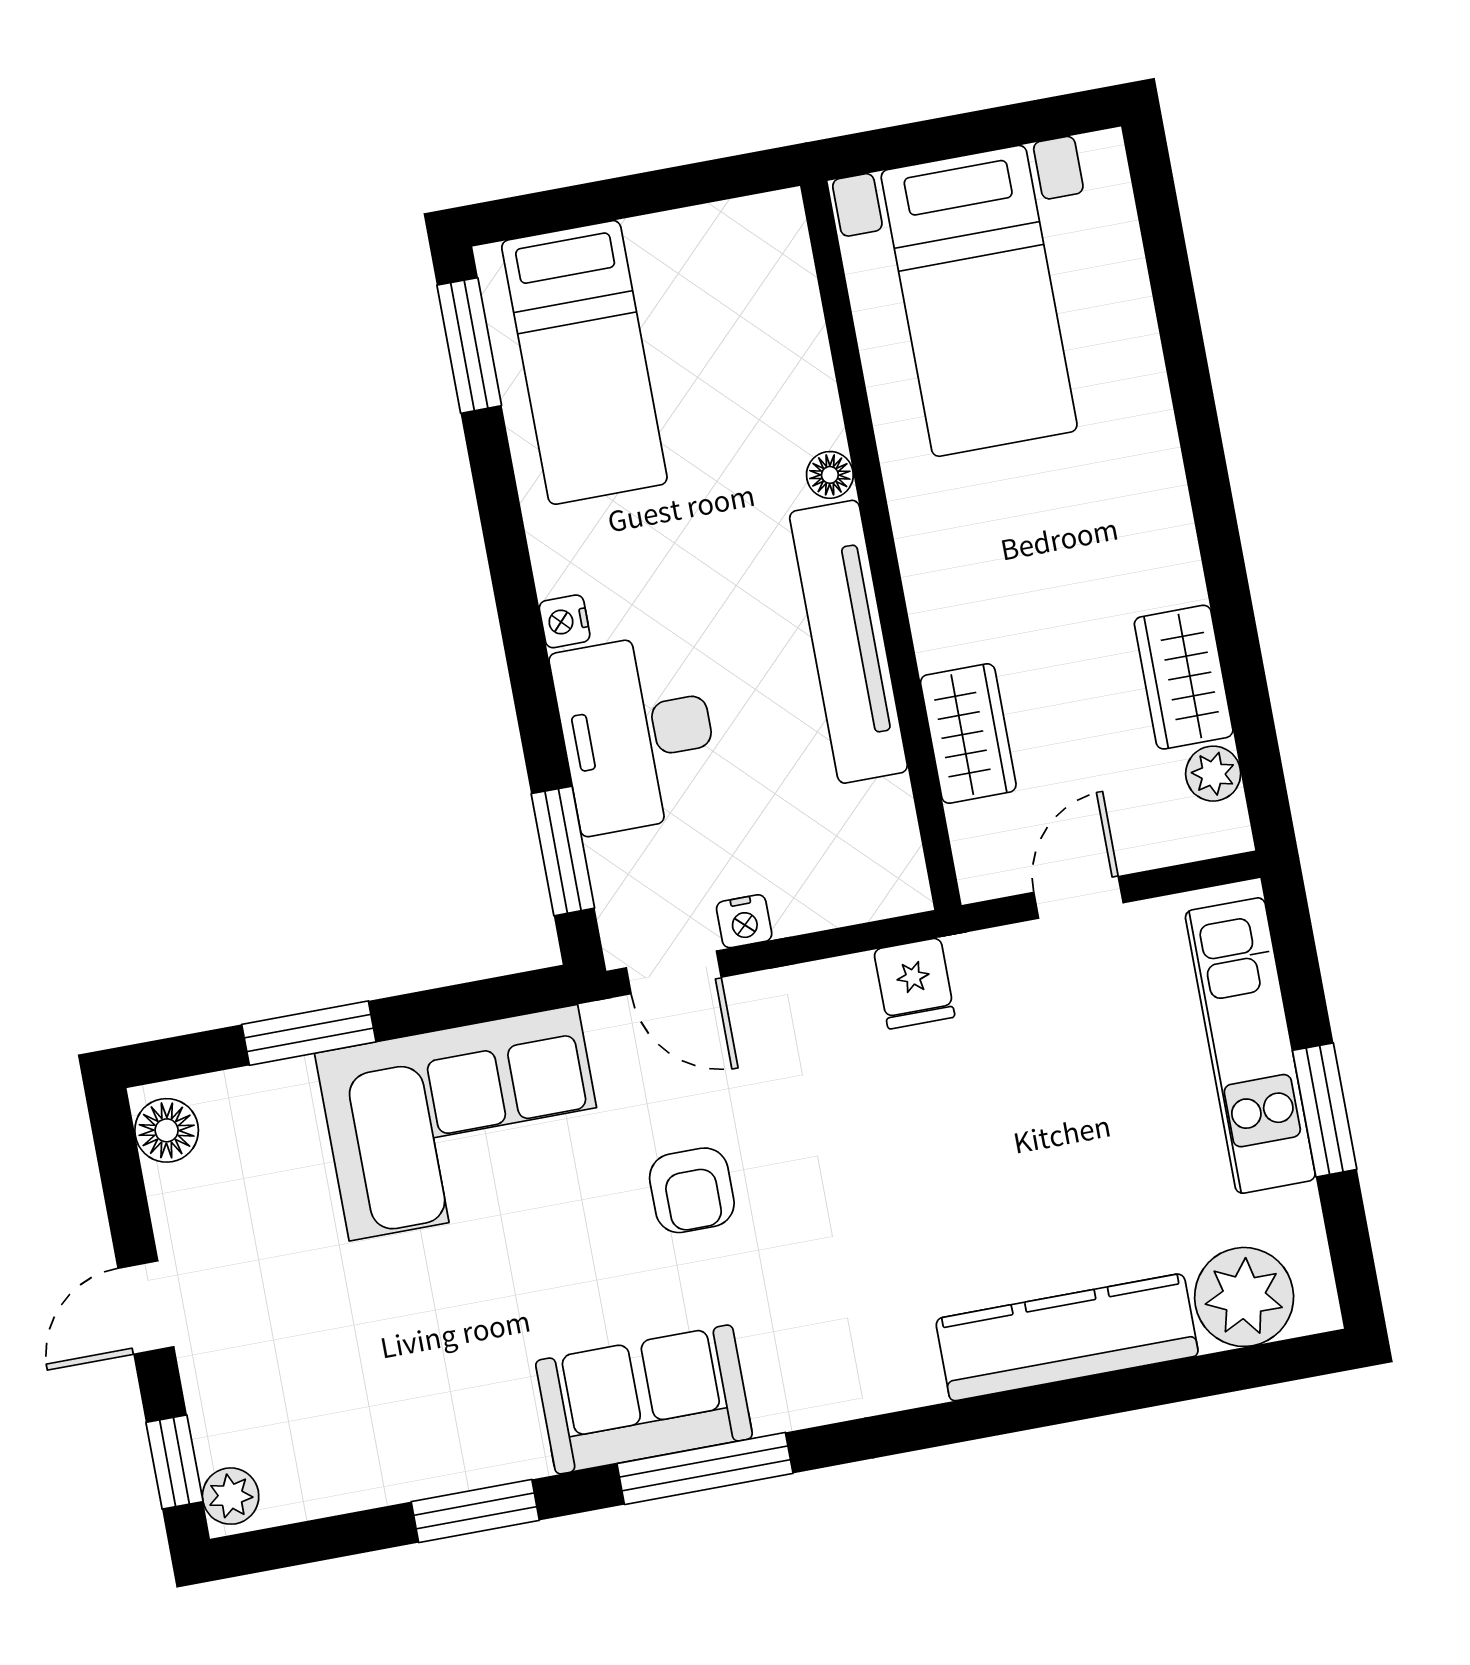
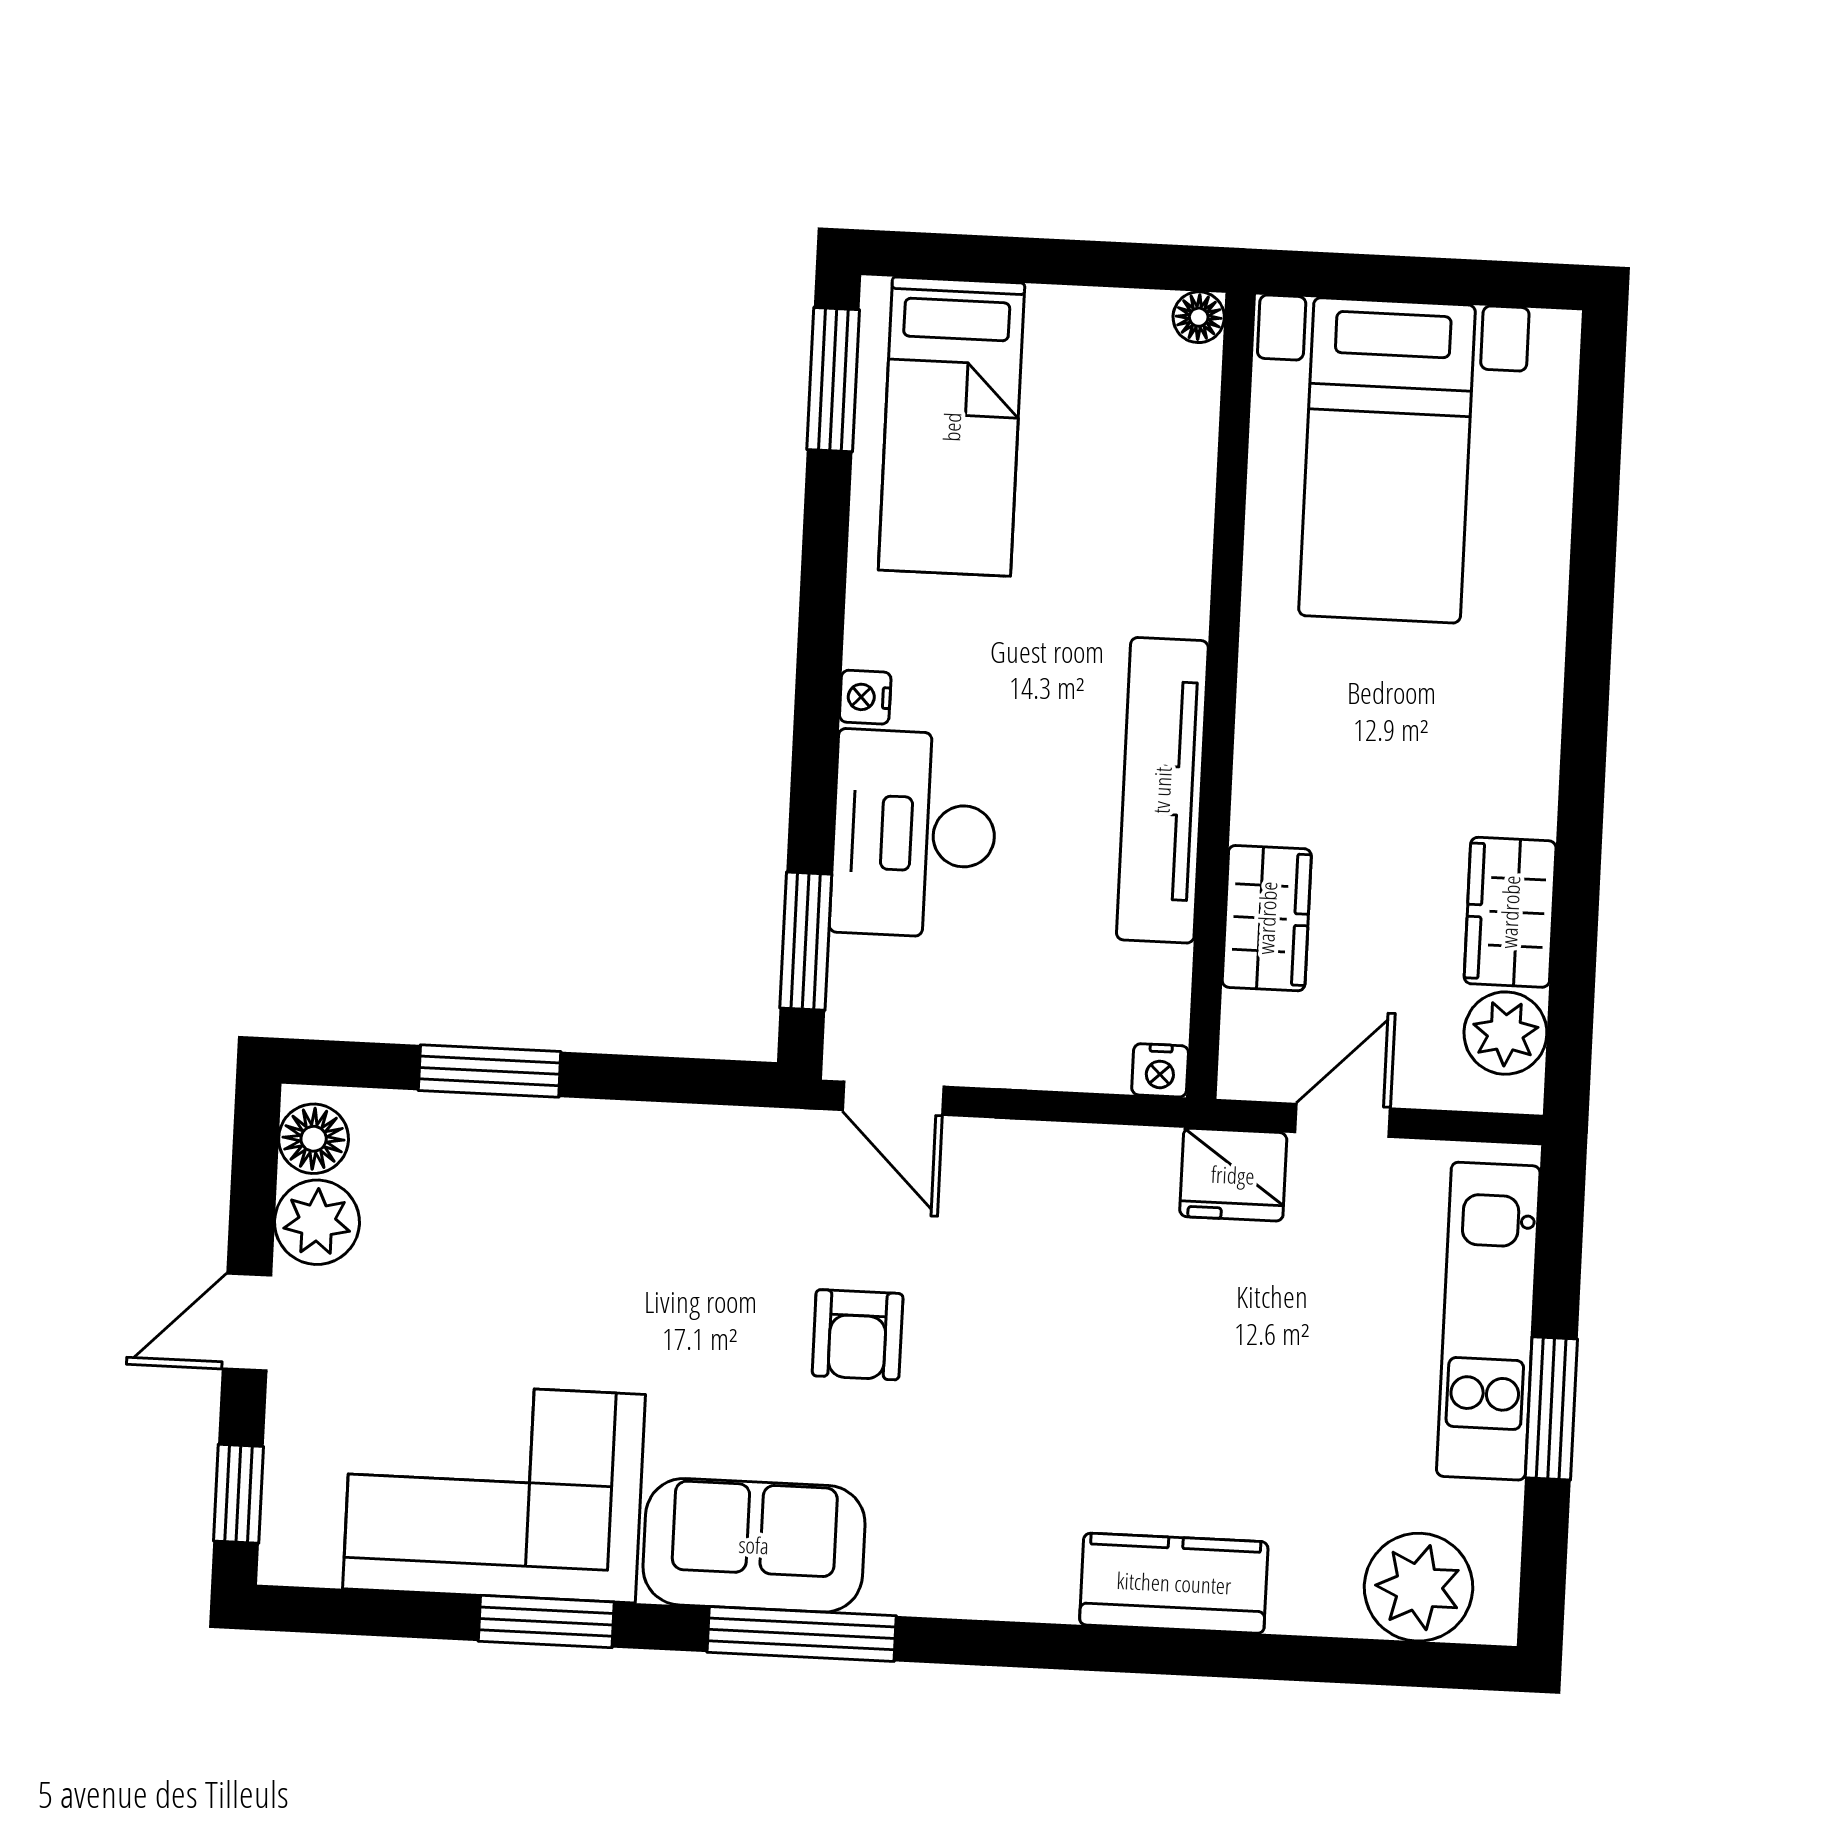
floor lamp: (830, 475) -> (1199, 317), moved
plant: (1213, 774) -> (1505, 1033), width x1.38, depth x1.38
nightstand: (744, 921) -> (1160, 1070), moved
fridge: (914, 983) -> (1233, 1175), moved, width x1.38
corner sofa: (463, 1123) -> (494, 1492), moved, turned 180
kitchen counter: (1067, 1337) -> (1174, 1583), width x0.67
plant: (231, 1496) -> (317, 1222), moved, width x1.38, depth x1.38

